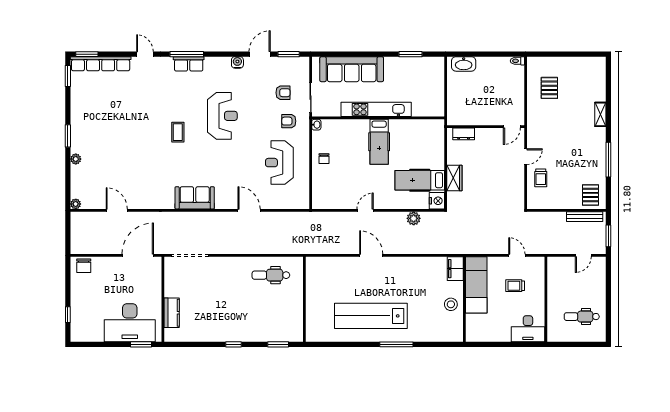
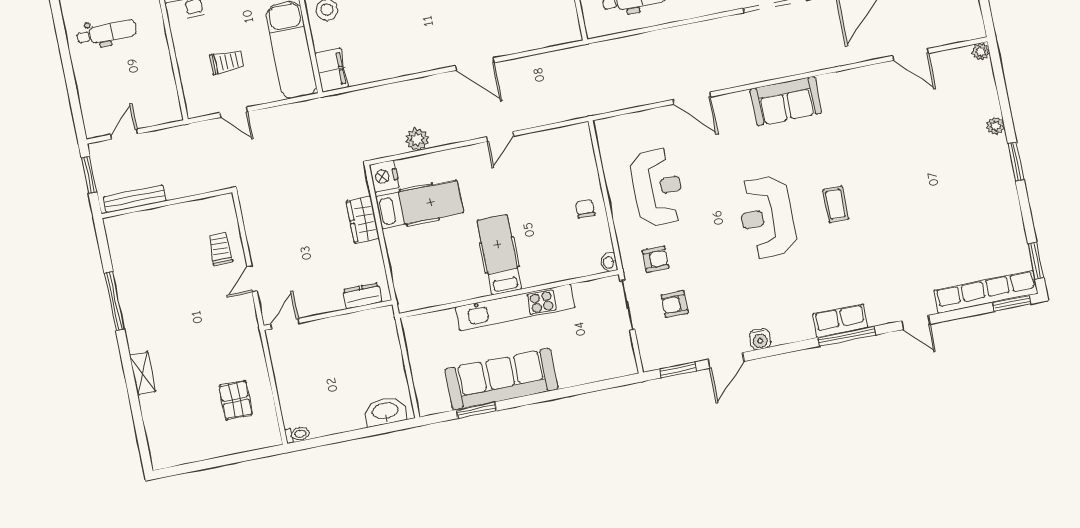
sofa: (352, 69) -> (501, 379), moved
reception desk: (222, 116) -> (767, 217), moved
pallet: (590, 195) -> (132, 237), removed

